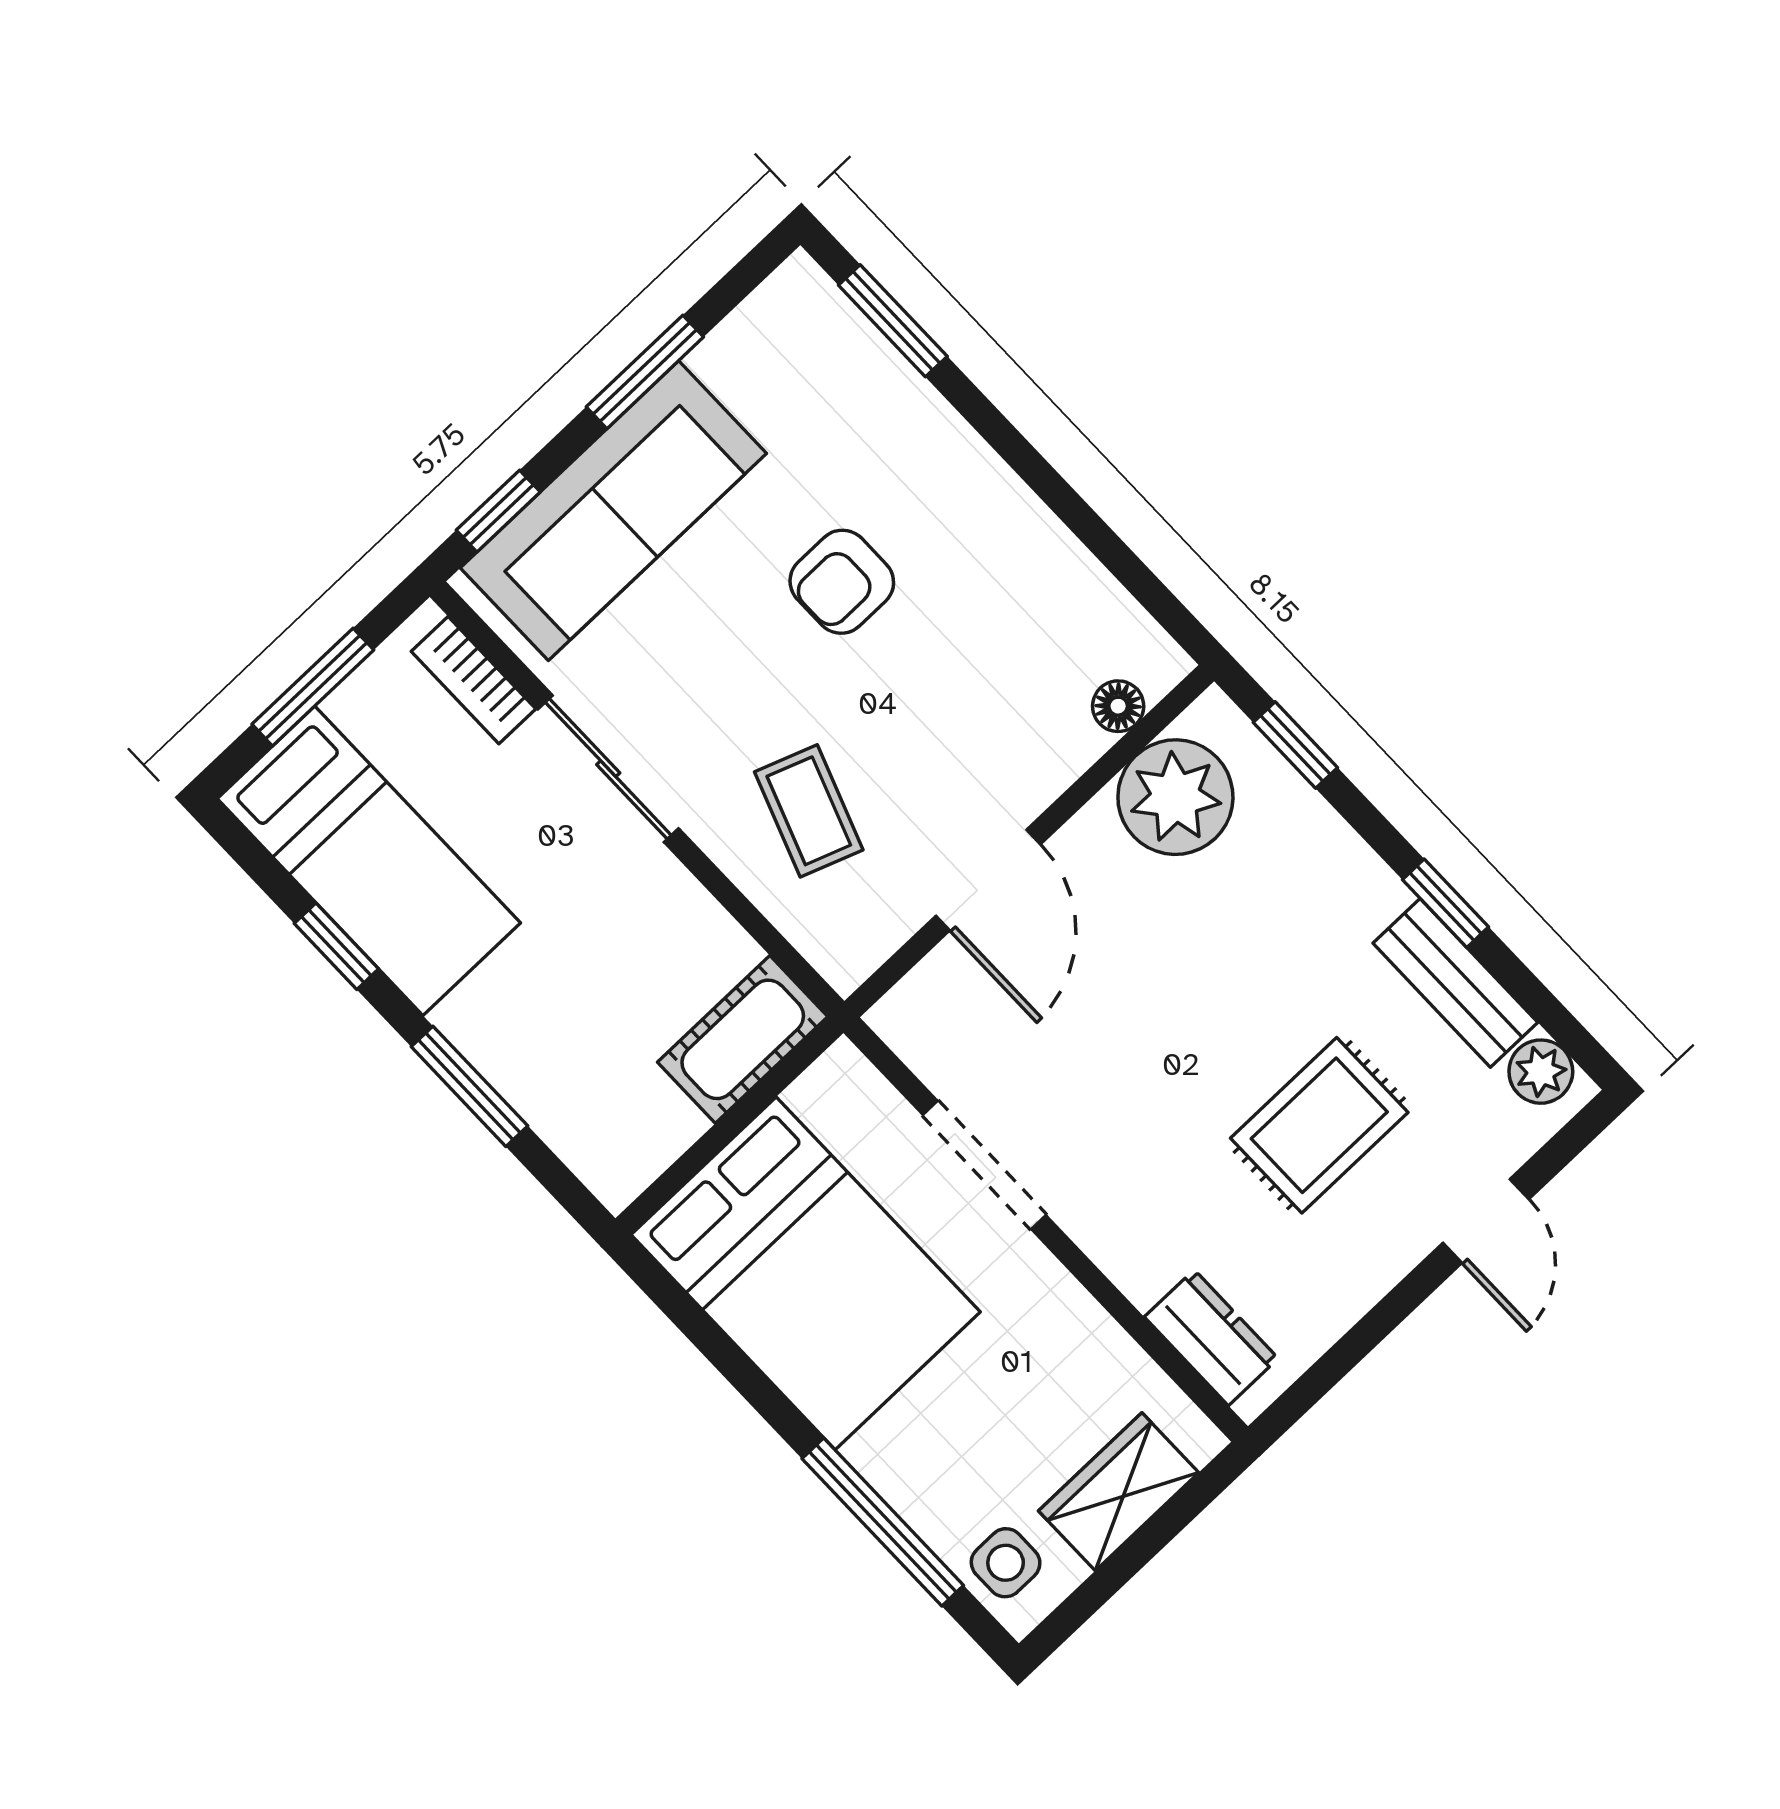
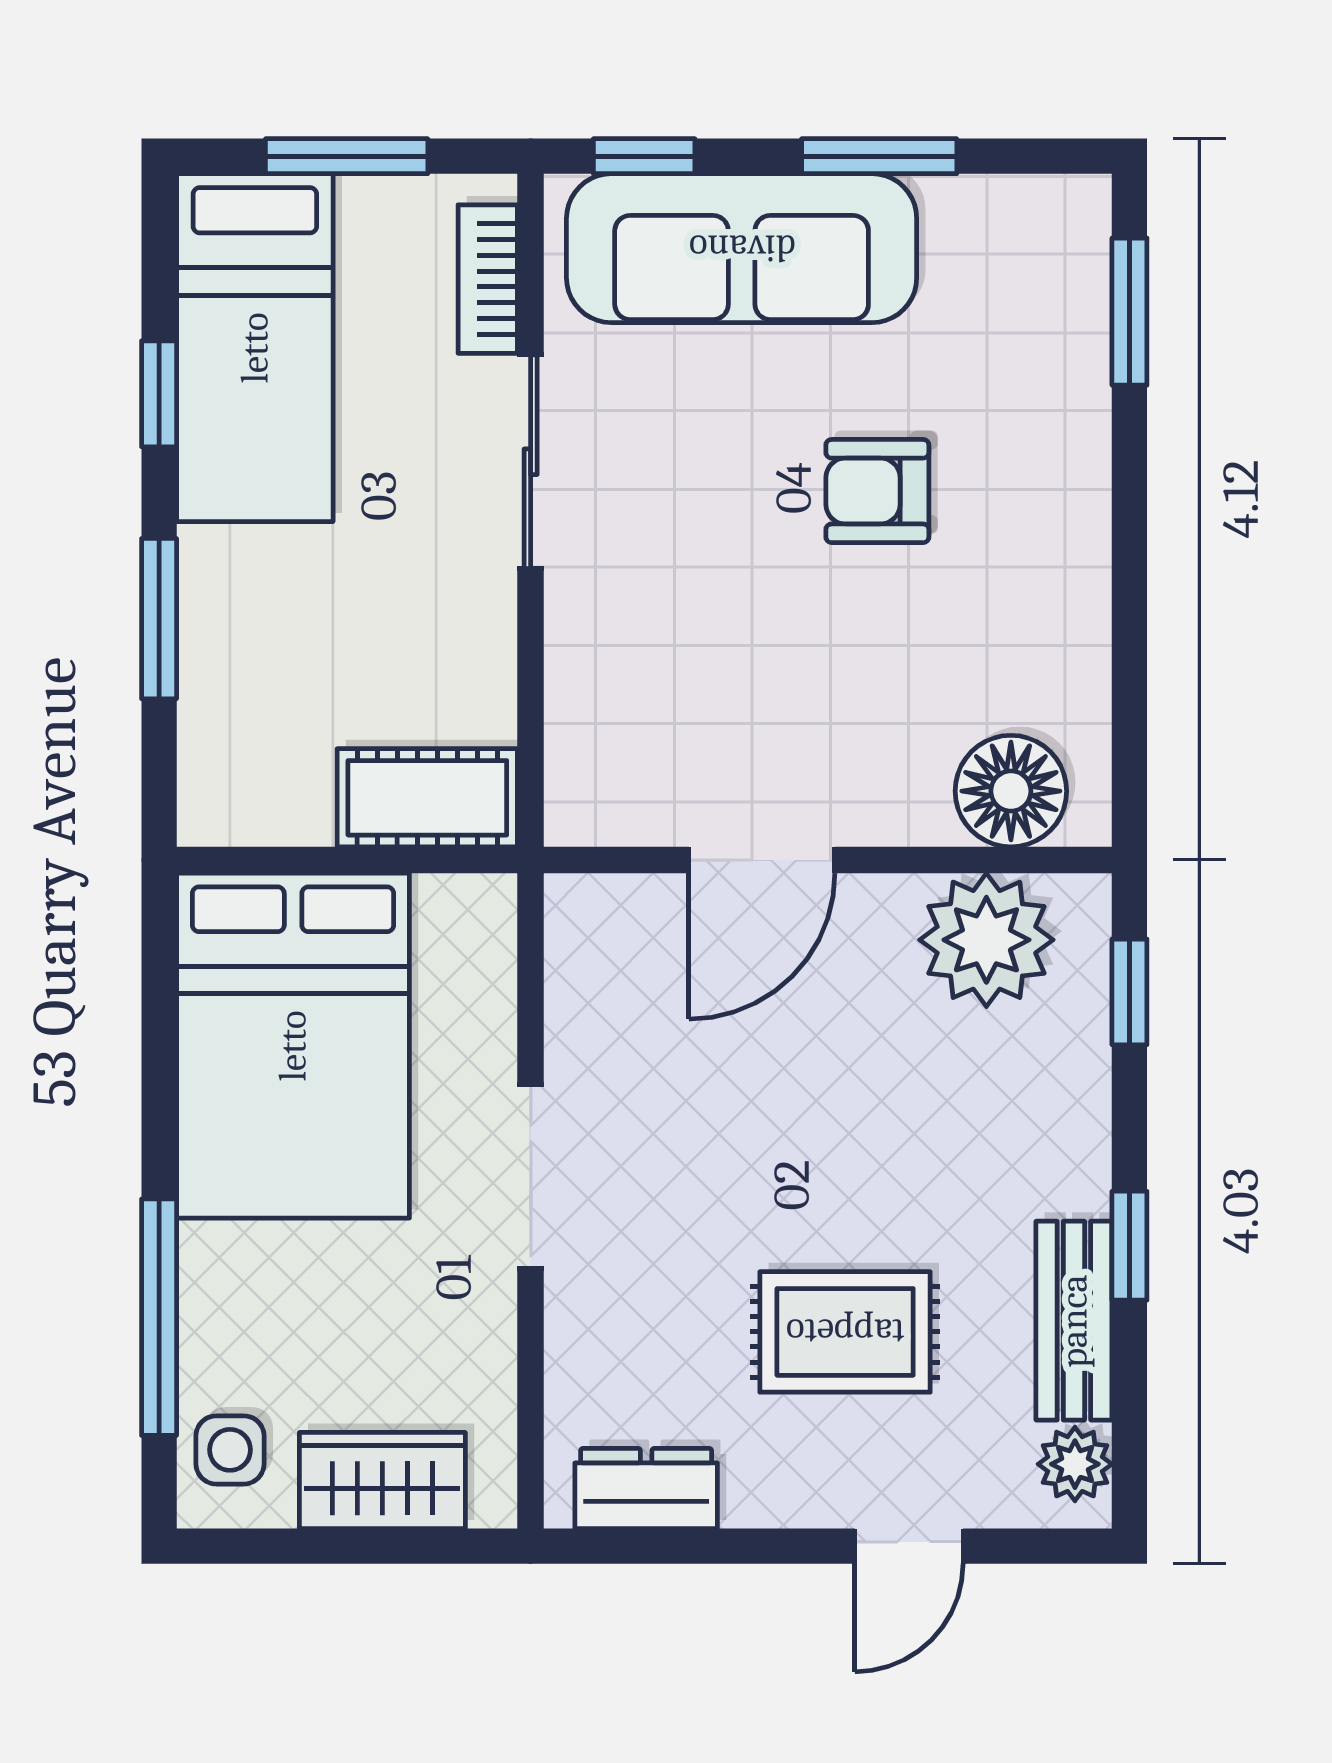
floor lamp: (1118, 706) -> (1011, 791), width x1.89, depth x1.89
coffee table: (809, 811) -> (666, 658), removed
doorway: (984, 1165) -> (531, 1177), moved
dresser: (1211, 1338) -> (646, 1489), moved, turned -90

